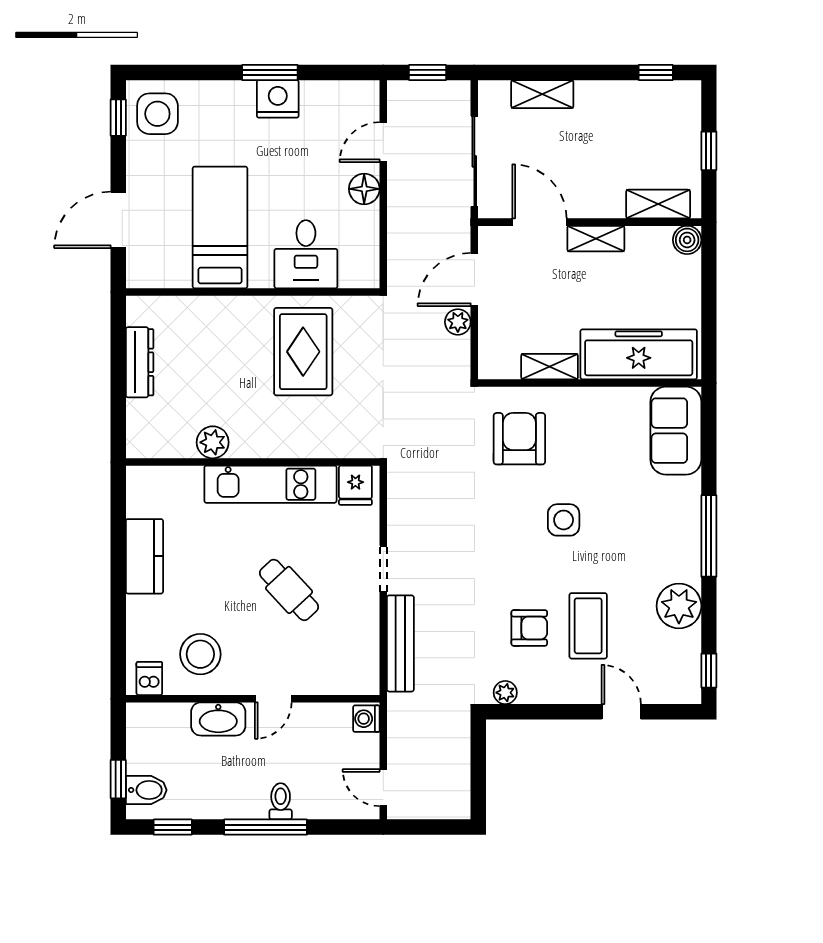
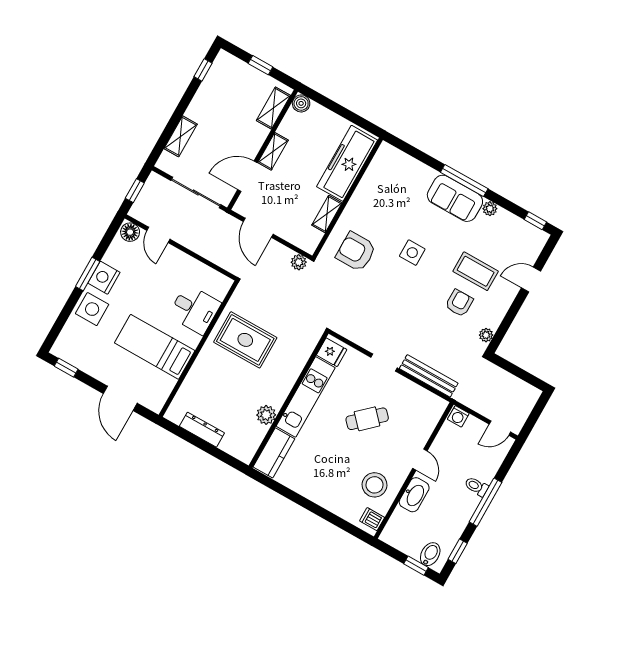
side table: (157, 114) -> (92, 309), moved
floor lamp: (364, 189) -> (130, 232), moved
plant: (458, 322) -> (299, 262), moved
sofa: (676, 431) -> (455, 198), moved
kitchen counter: (144, 556) -> (274, 453), moved, turned 90
plant: (679, 606) -> (490, 209), width x0.53, depth x0.53

